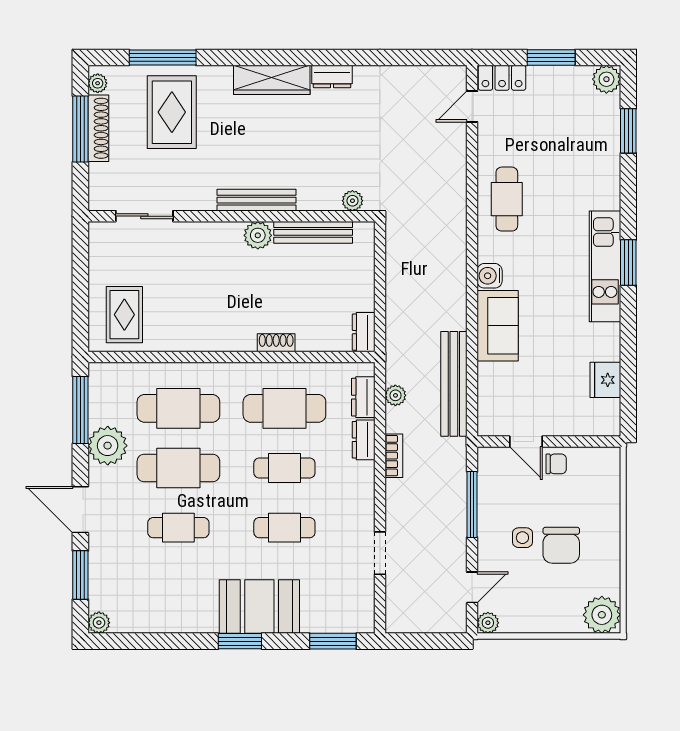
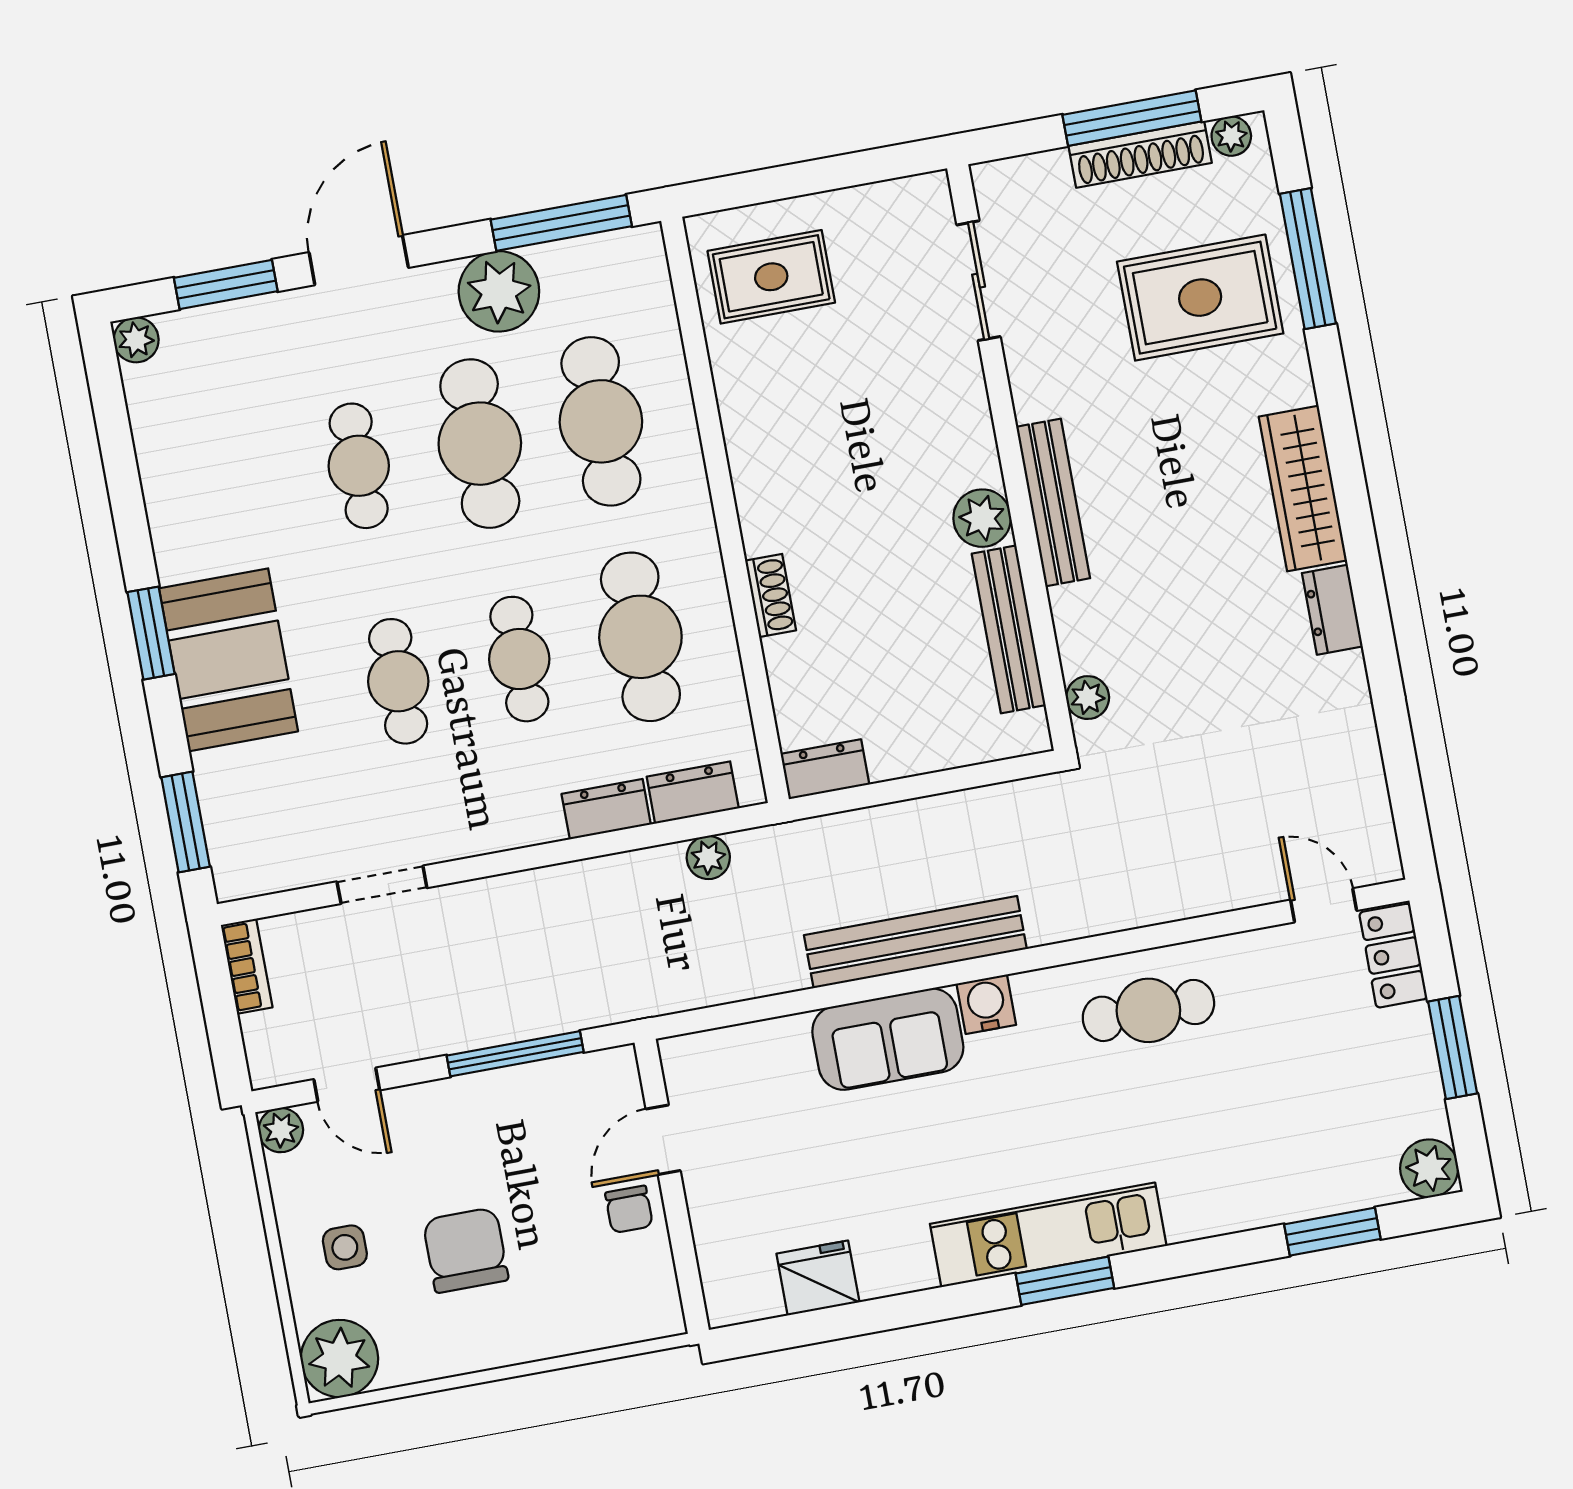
bench: (454, 384) -> (915, 942), moved
bookcase: (394, 456) -> (247, 966), moved, turned -90
side table: (522, 538) -> (345, 1247), moved
chair: (561, 545) -> (466, 1250), turned 90

